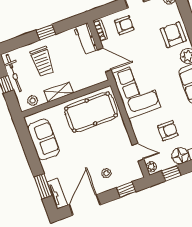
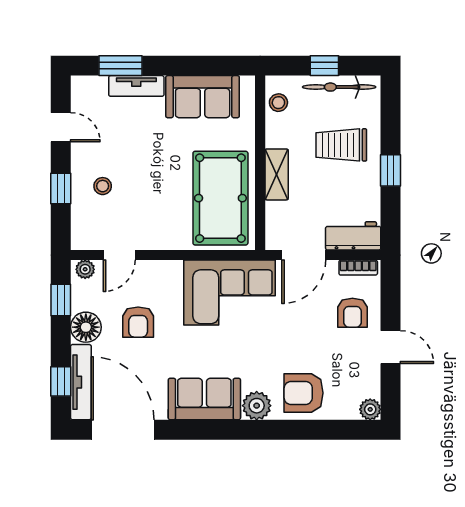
armchair: (173, 35) -> (304, 393), turned 180
shelving: (59, 92) -> (277, 174), moved
window: (126, 190) -> (61, 188), moved
tv unit: (57, 194) -> (136, 86), moved
door: (85, 205) -> (61, 127), width x0.53

